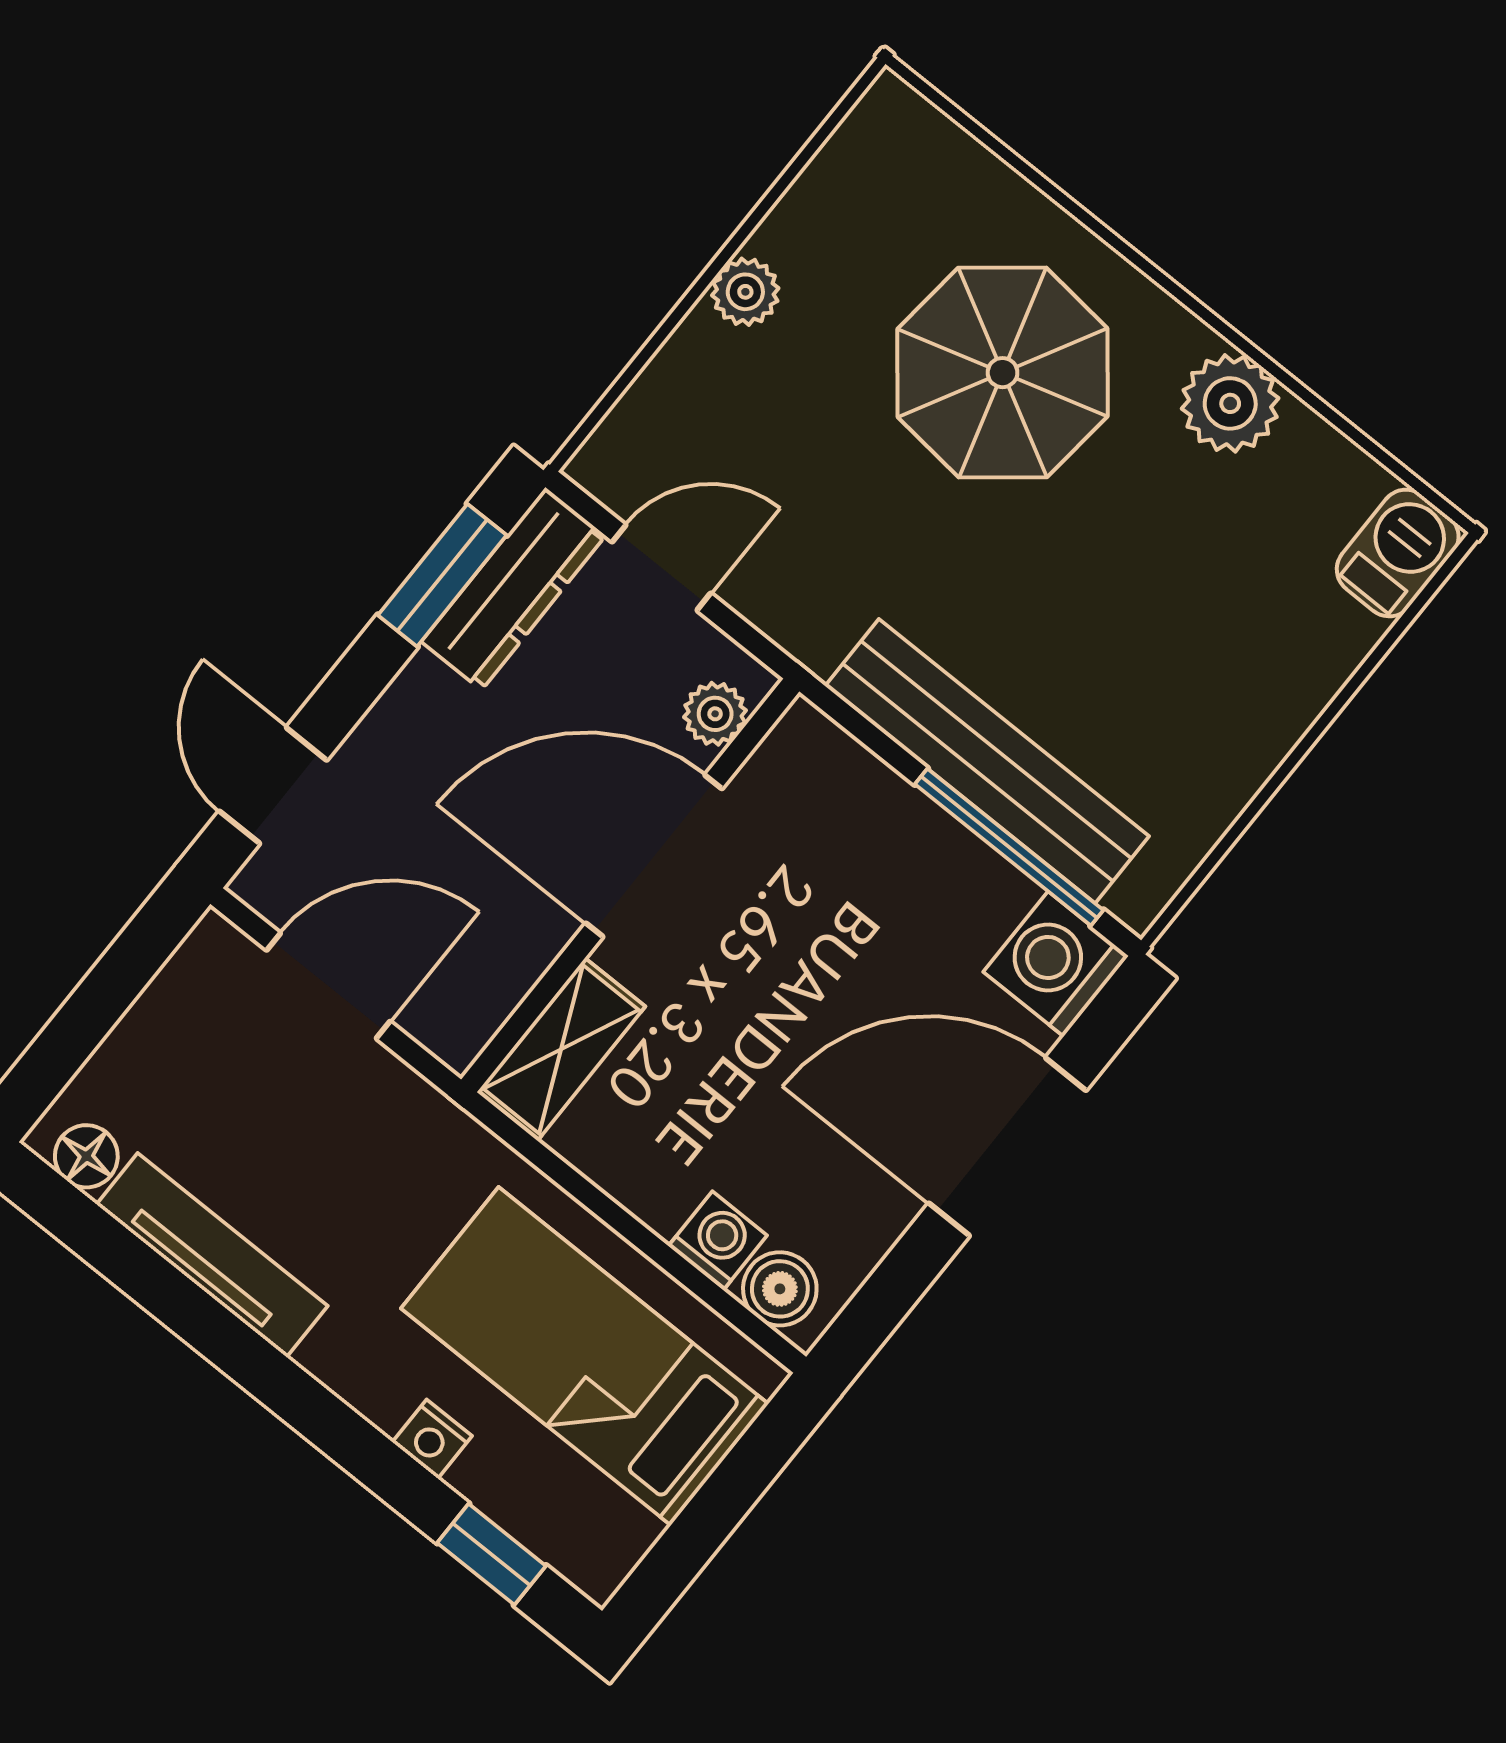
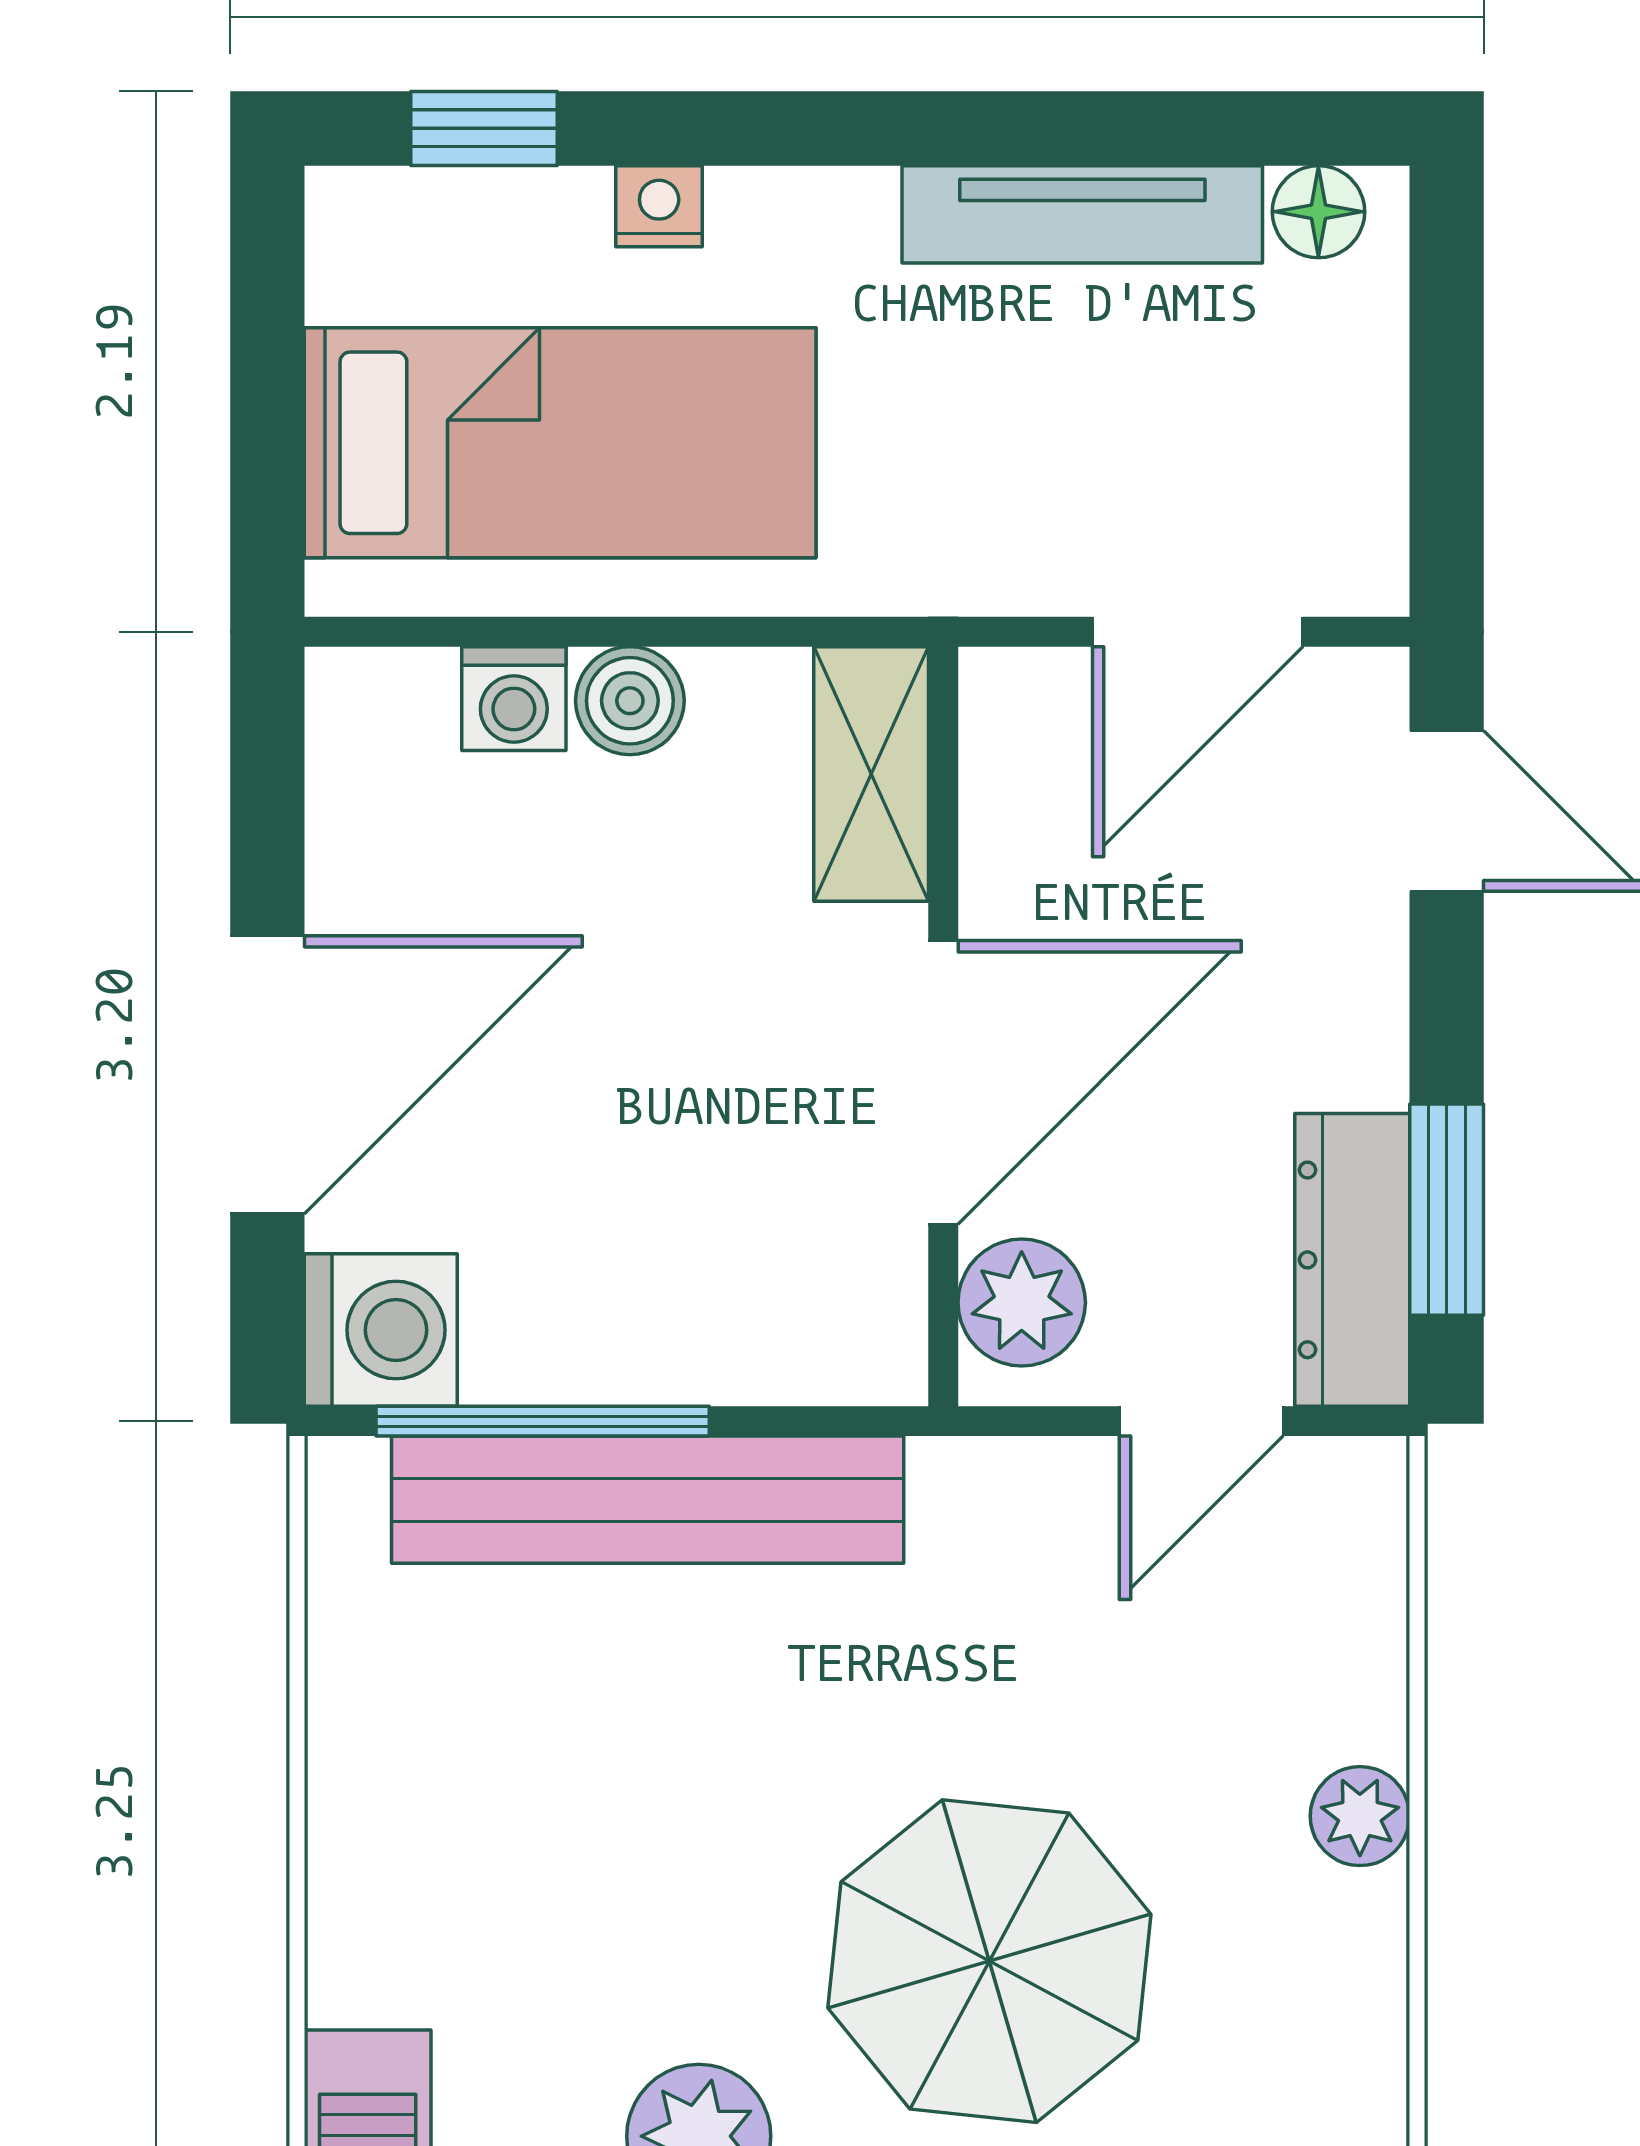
plant: (715, 714) -> (1022, 1302), width x1.38, depth x1.38
boiler: (780, 1289) -> (630, 701), moved

